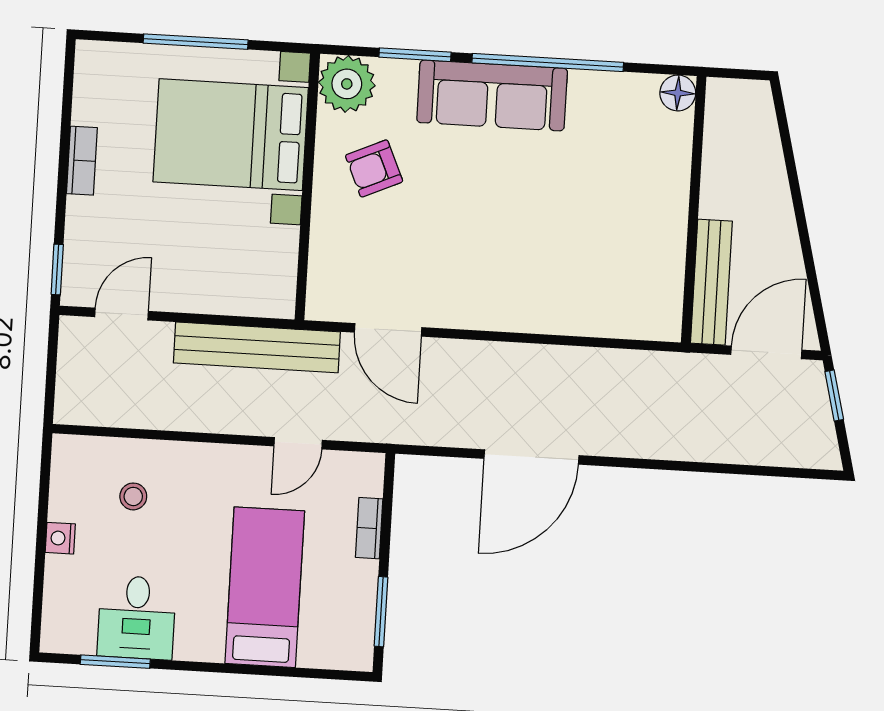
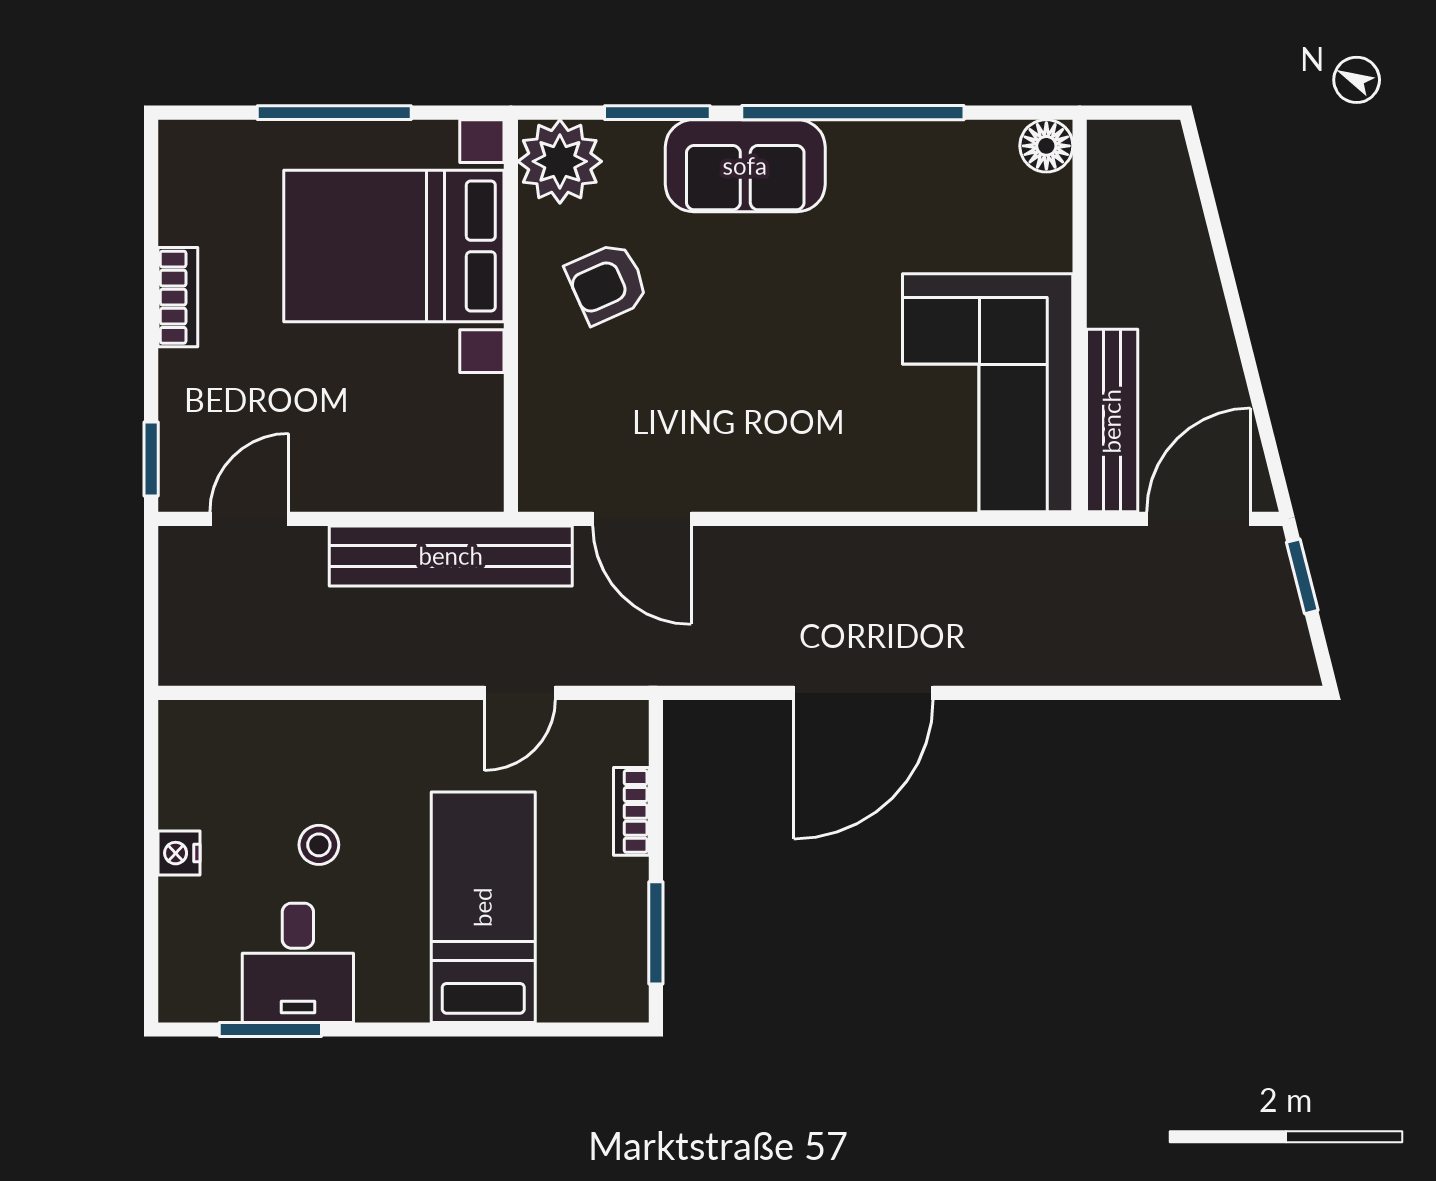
sofa: (492, 95) -> (745, 166), width x0.73
corner sofa: (628, 258) -> (988, 393), added
stool: (133, 496) -> (319, 845), moved

